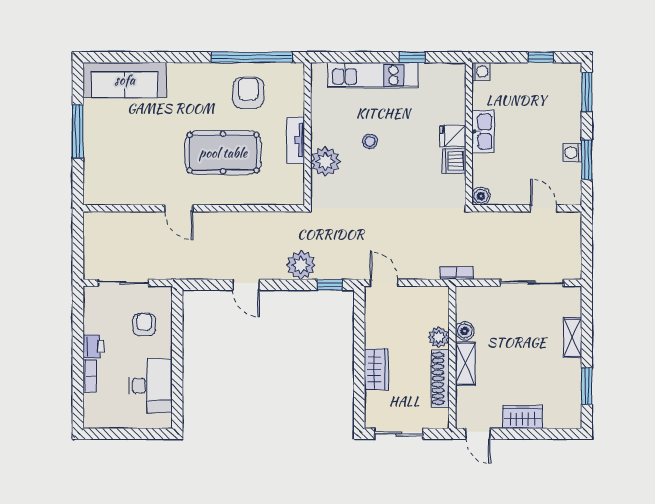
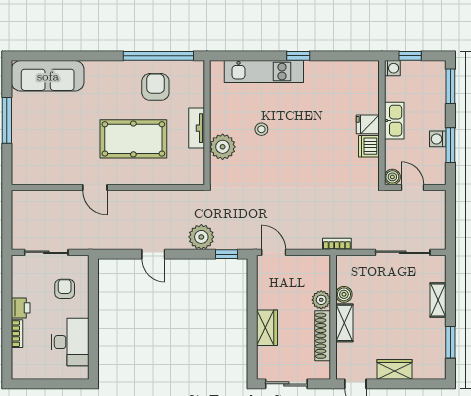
washing machine: (481, 71) -> (392, 68), moved
kitchen sink: (483, 131) -> (394, 121), moved
wall: (469, 134) -> (382, 123), moved
fridge: (453, 136) -> (368, 124), moved
dishwasher: (454, 161) -> (369, 146), moved
boiler: (481, 196) -> (392, 177), moved

